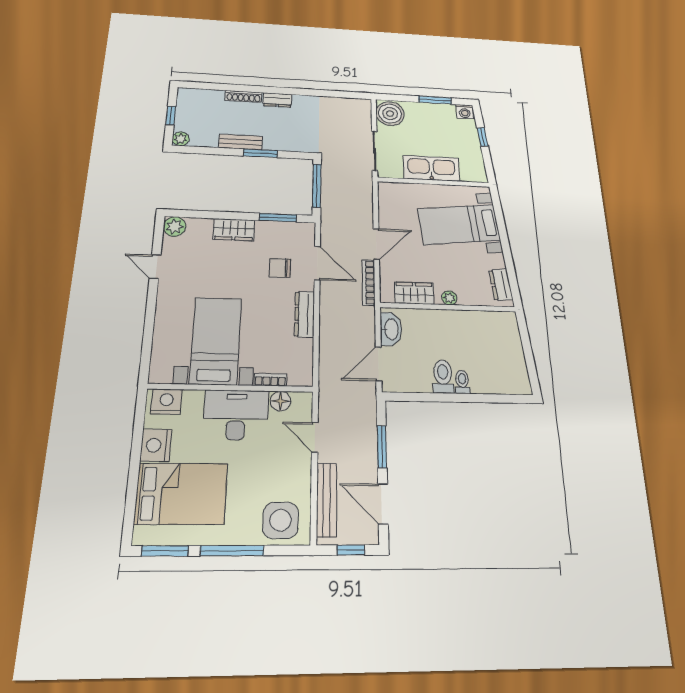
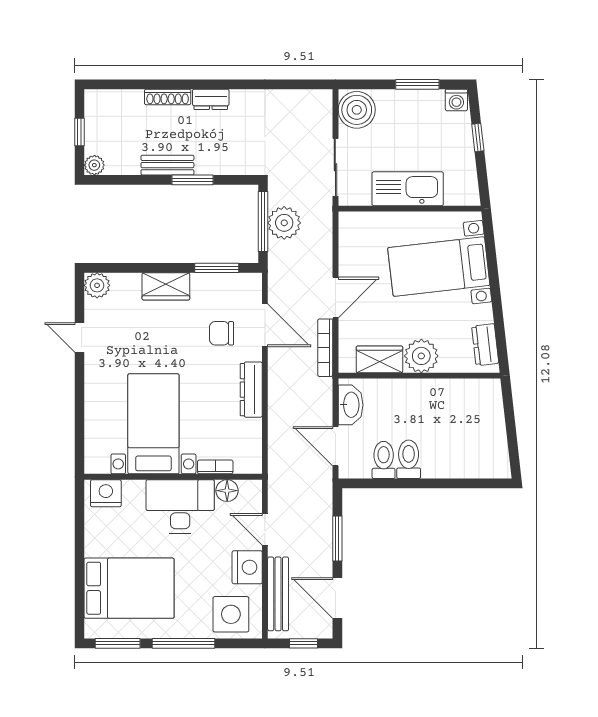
plant: (334, 187) -> (284, 223), added
plant: (449, 298) -> (421, 356), width x1.88, depth x1.88
door: (379, 364) -> (335, 446), hinge flipped
toilet: (462, 382) -> (384, 460), moved, width x1.37, depth x1.39
nightstand: (156, 445) -> (247, 567), moved, turned 180

